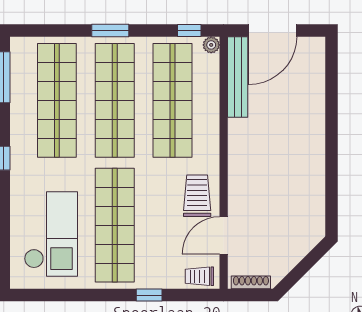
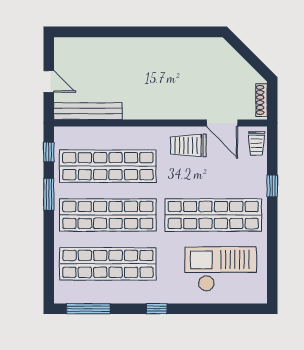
window: (110, 31) -> (49, 194), moved
door: (273, 31) -> (49, 81), width x0.53
plant: (211, 45) -> (61, 133), removed

